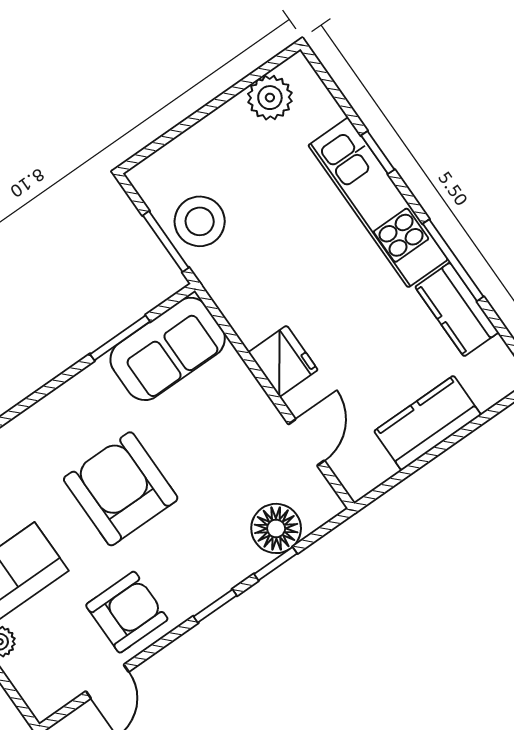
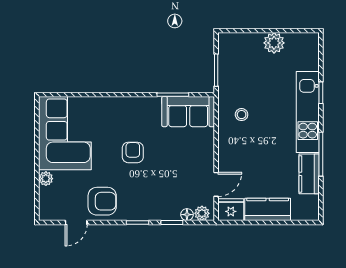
plant: (270, 98) -> (274, 43), moved
stool: (200, 221) -> (242, 115), moved, width x0.53, depth x0.53
fridge: (283, 361) -> (231, 210), moved, turned -90
armchair: (121, 489) -> (133, 152), width x0.53, depth x0.53
plant: (317, 511) -> (202, 213), added
floor lamp: (276, 528) -> (187, 215), width x0.53, depth x0.53

